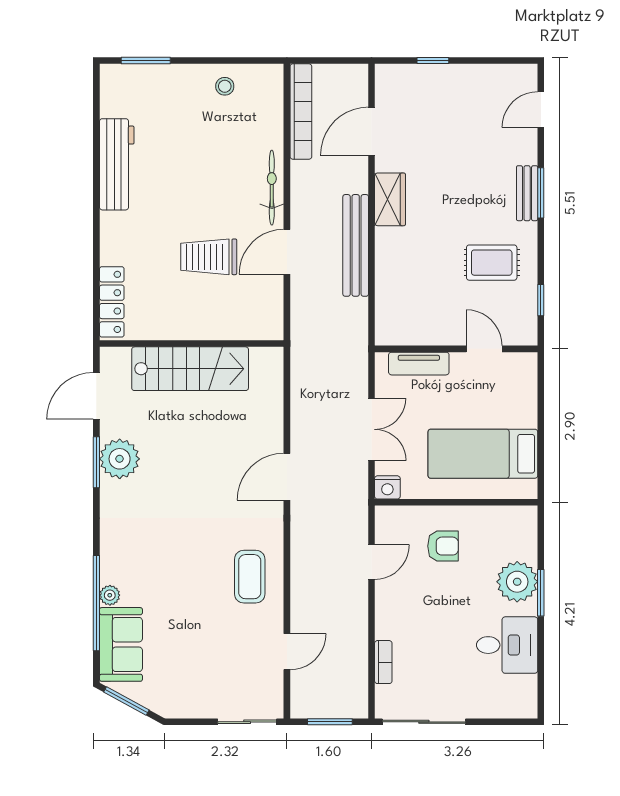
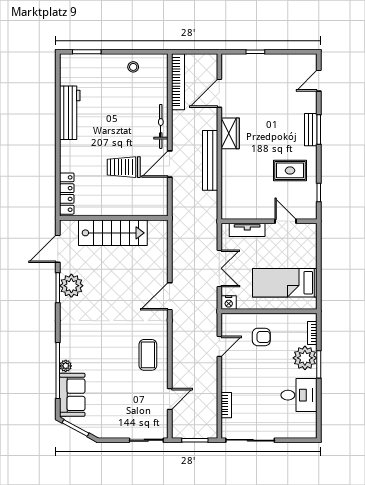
bookcase: (530, 539) -> (312, 333), added

